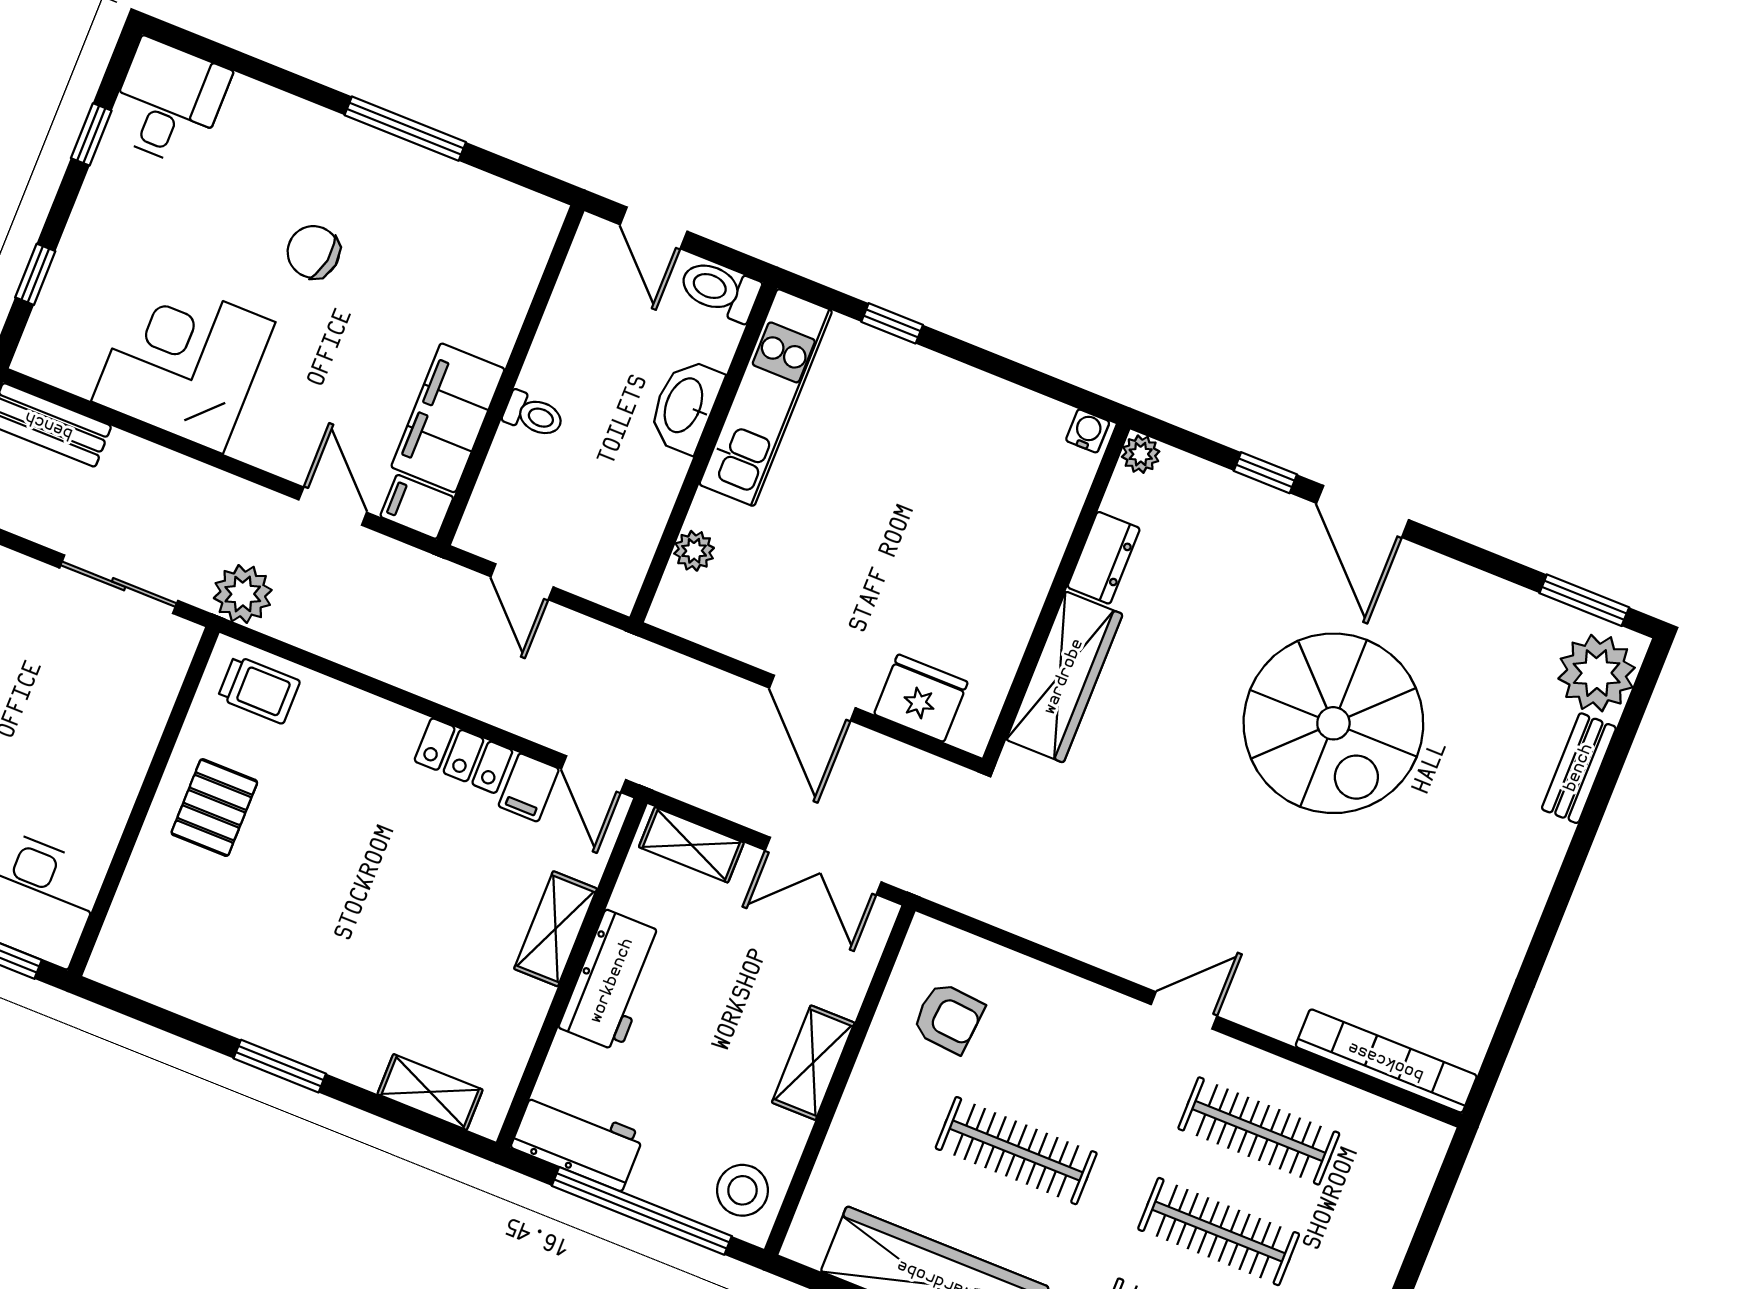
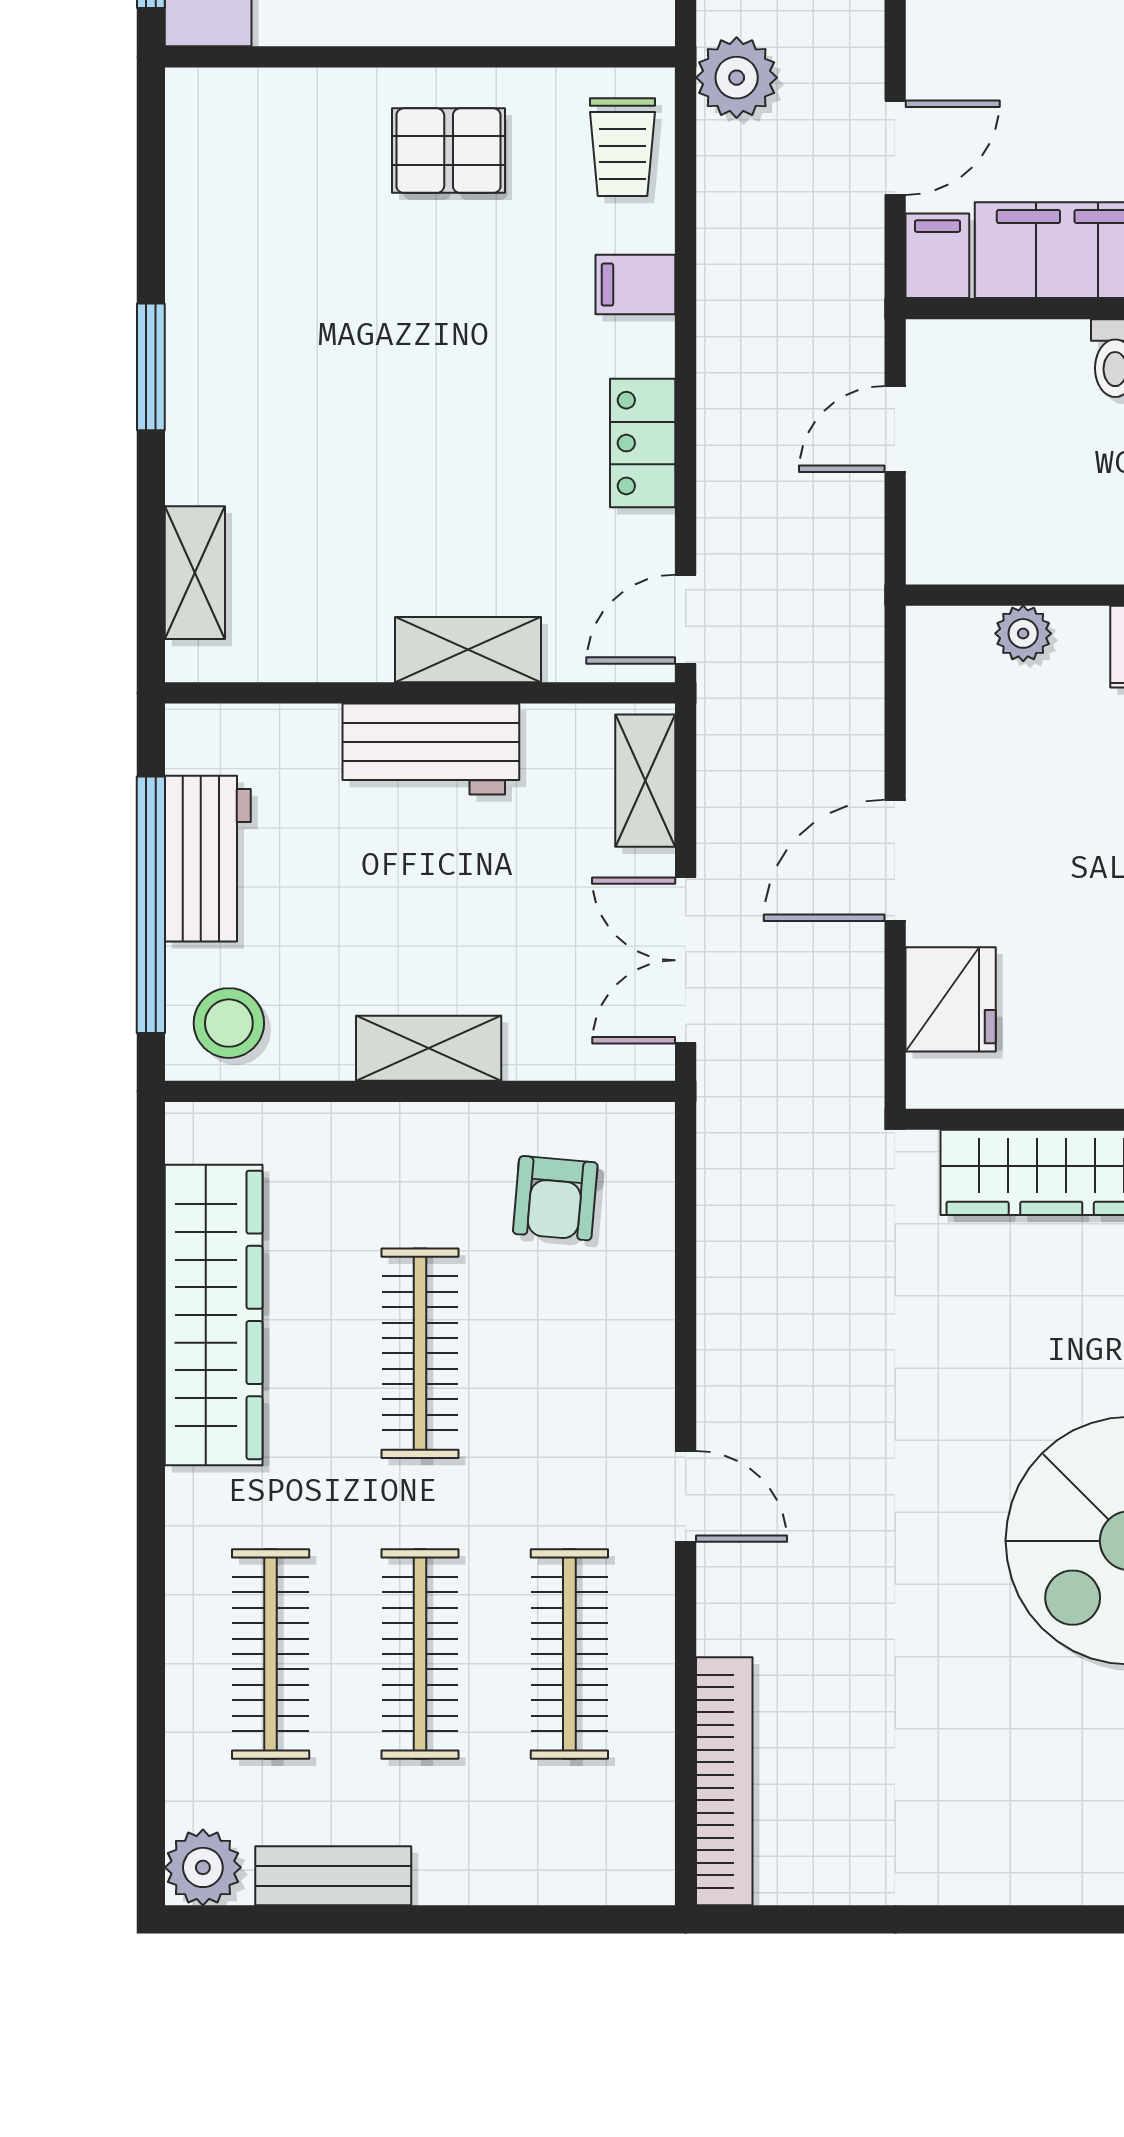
filing cabinet: (529, 787) -> (635, 285), moved
workbench: (577, 1141) -> (208, 859), moved

